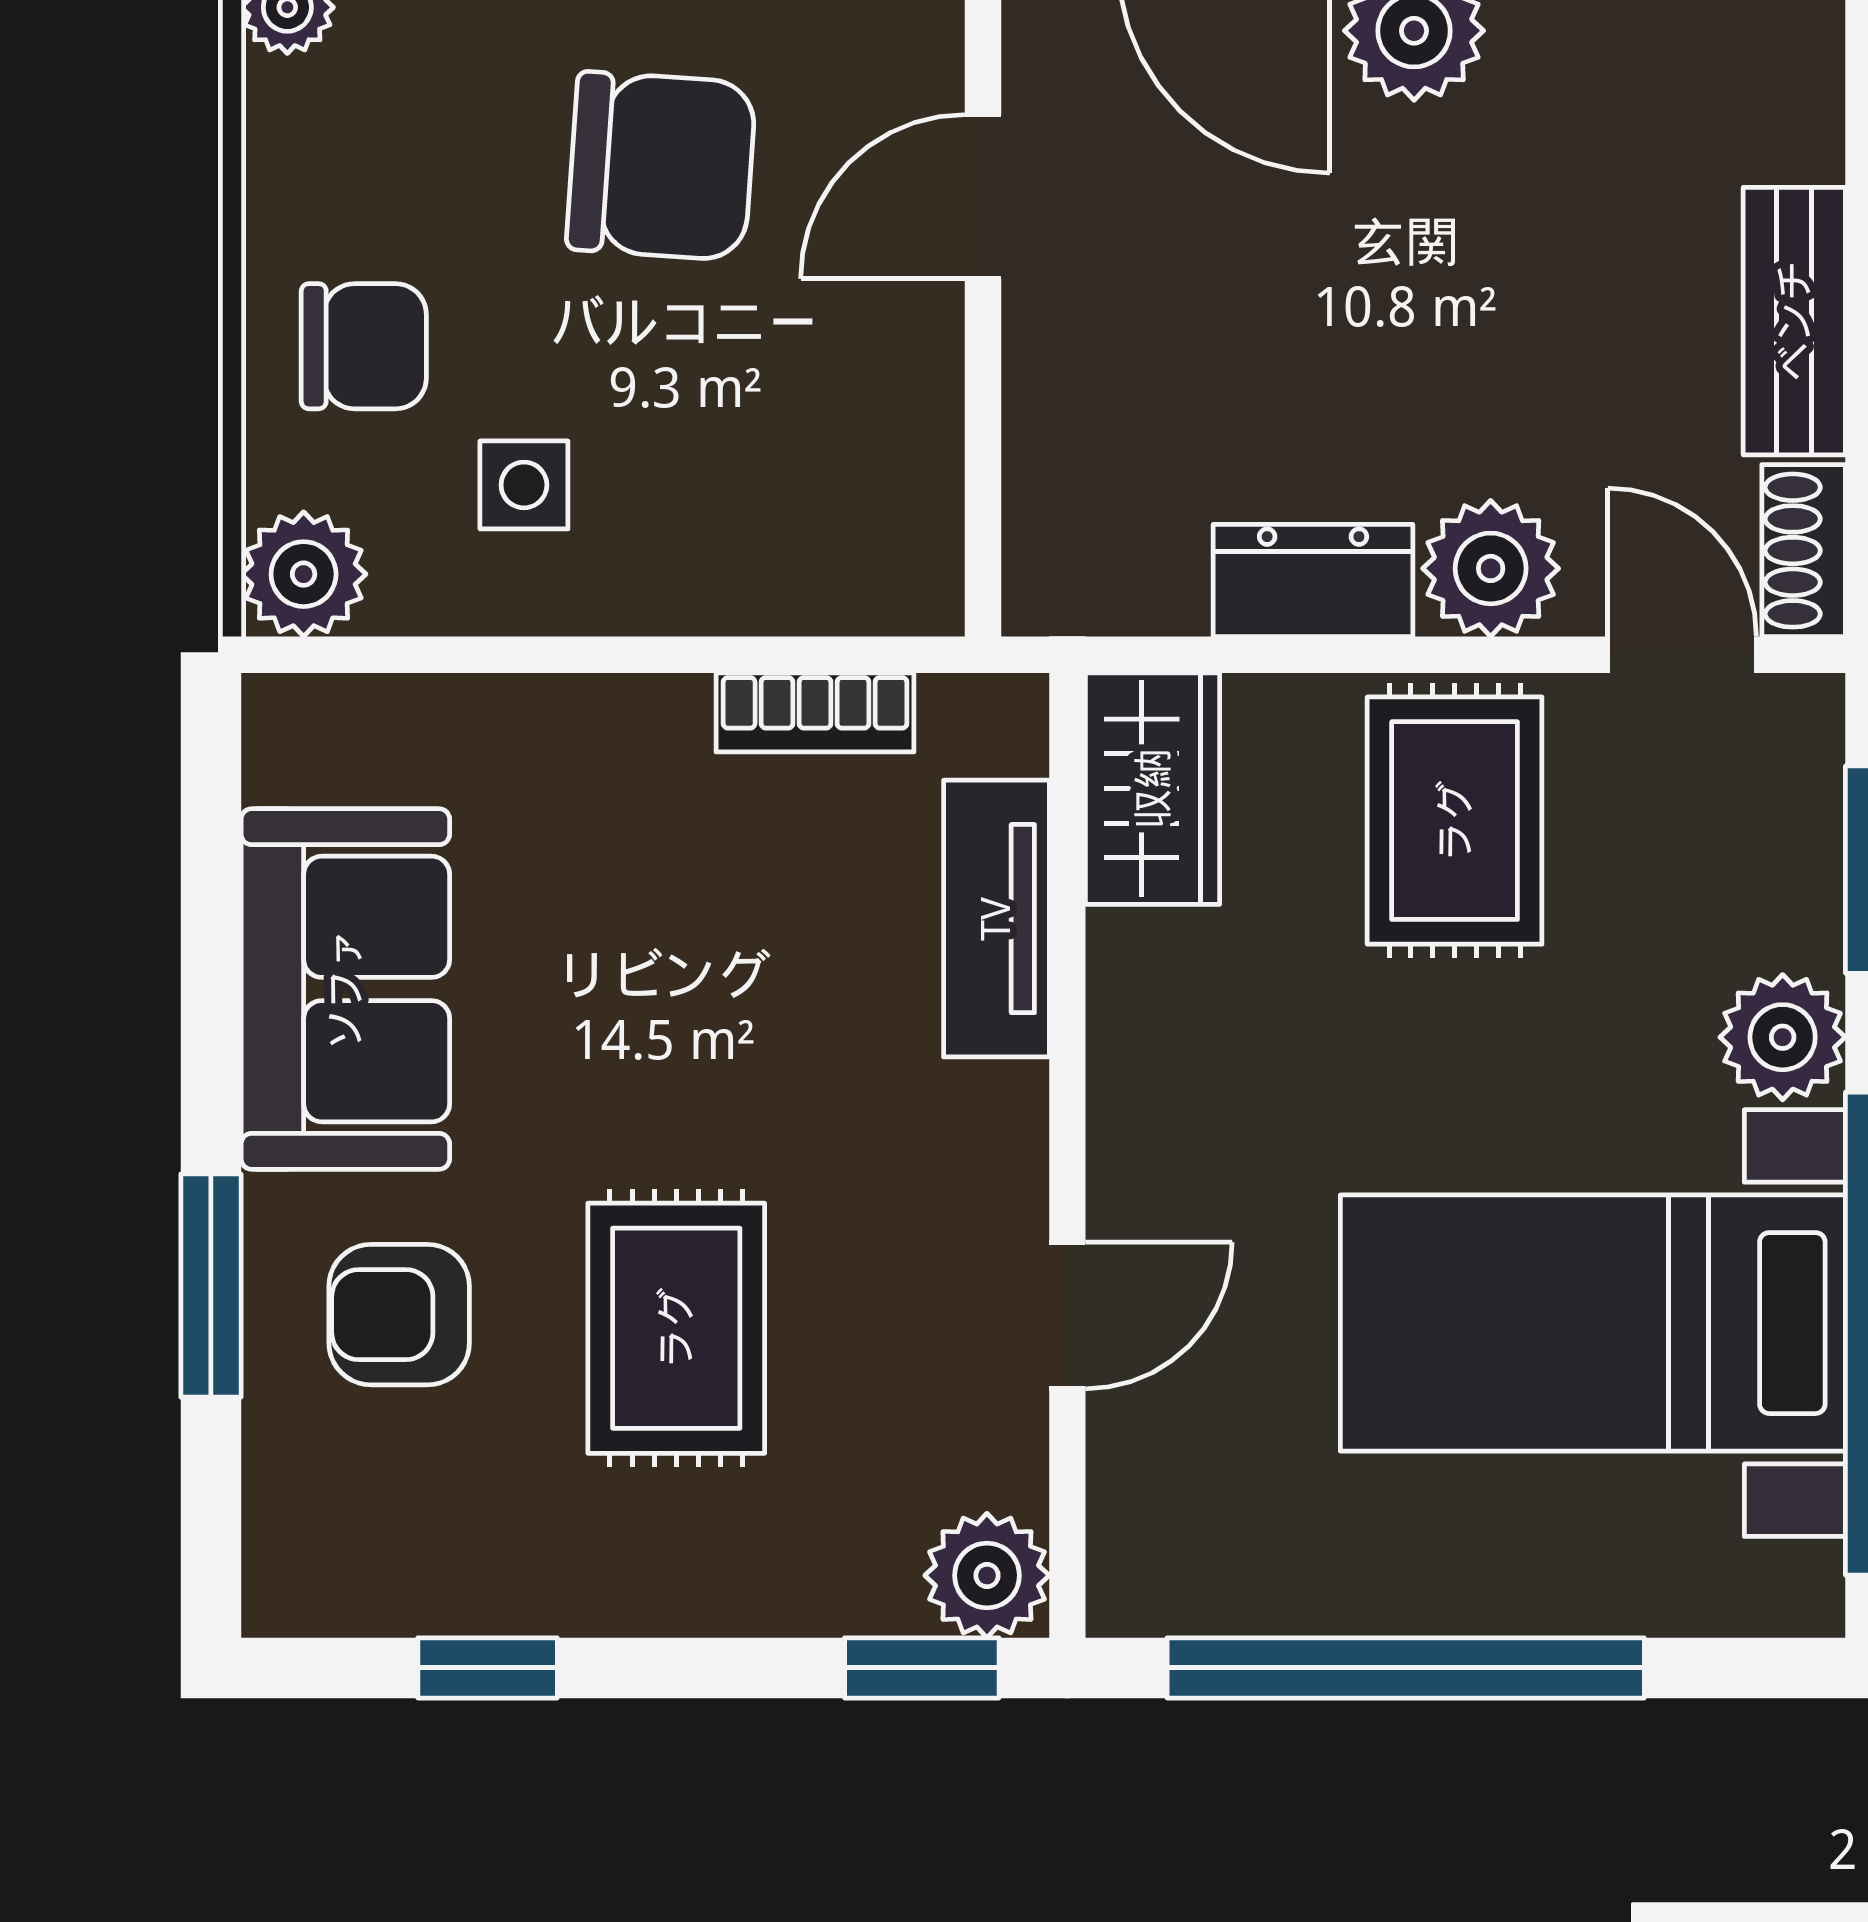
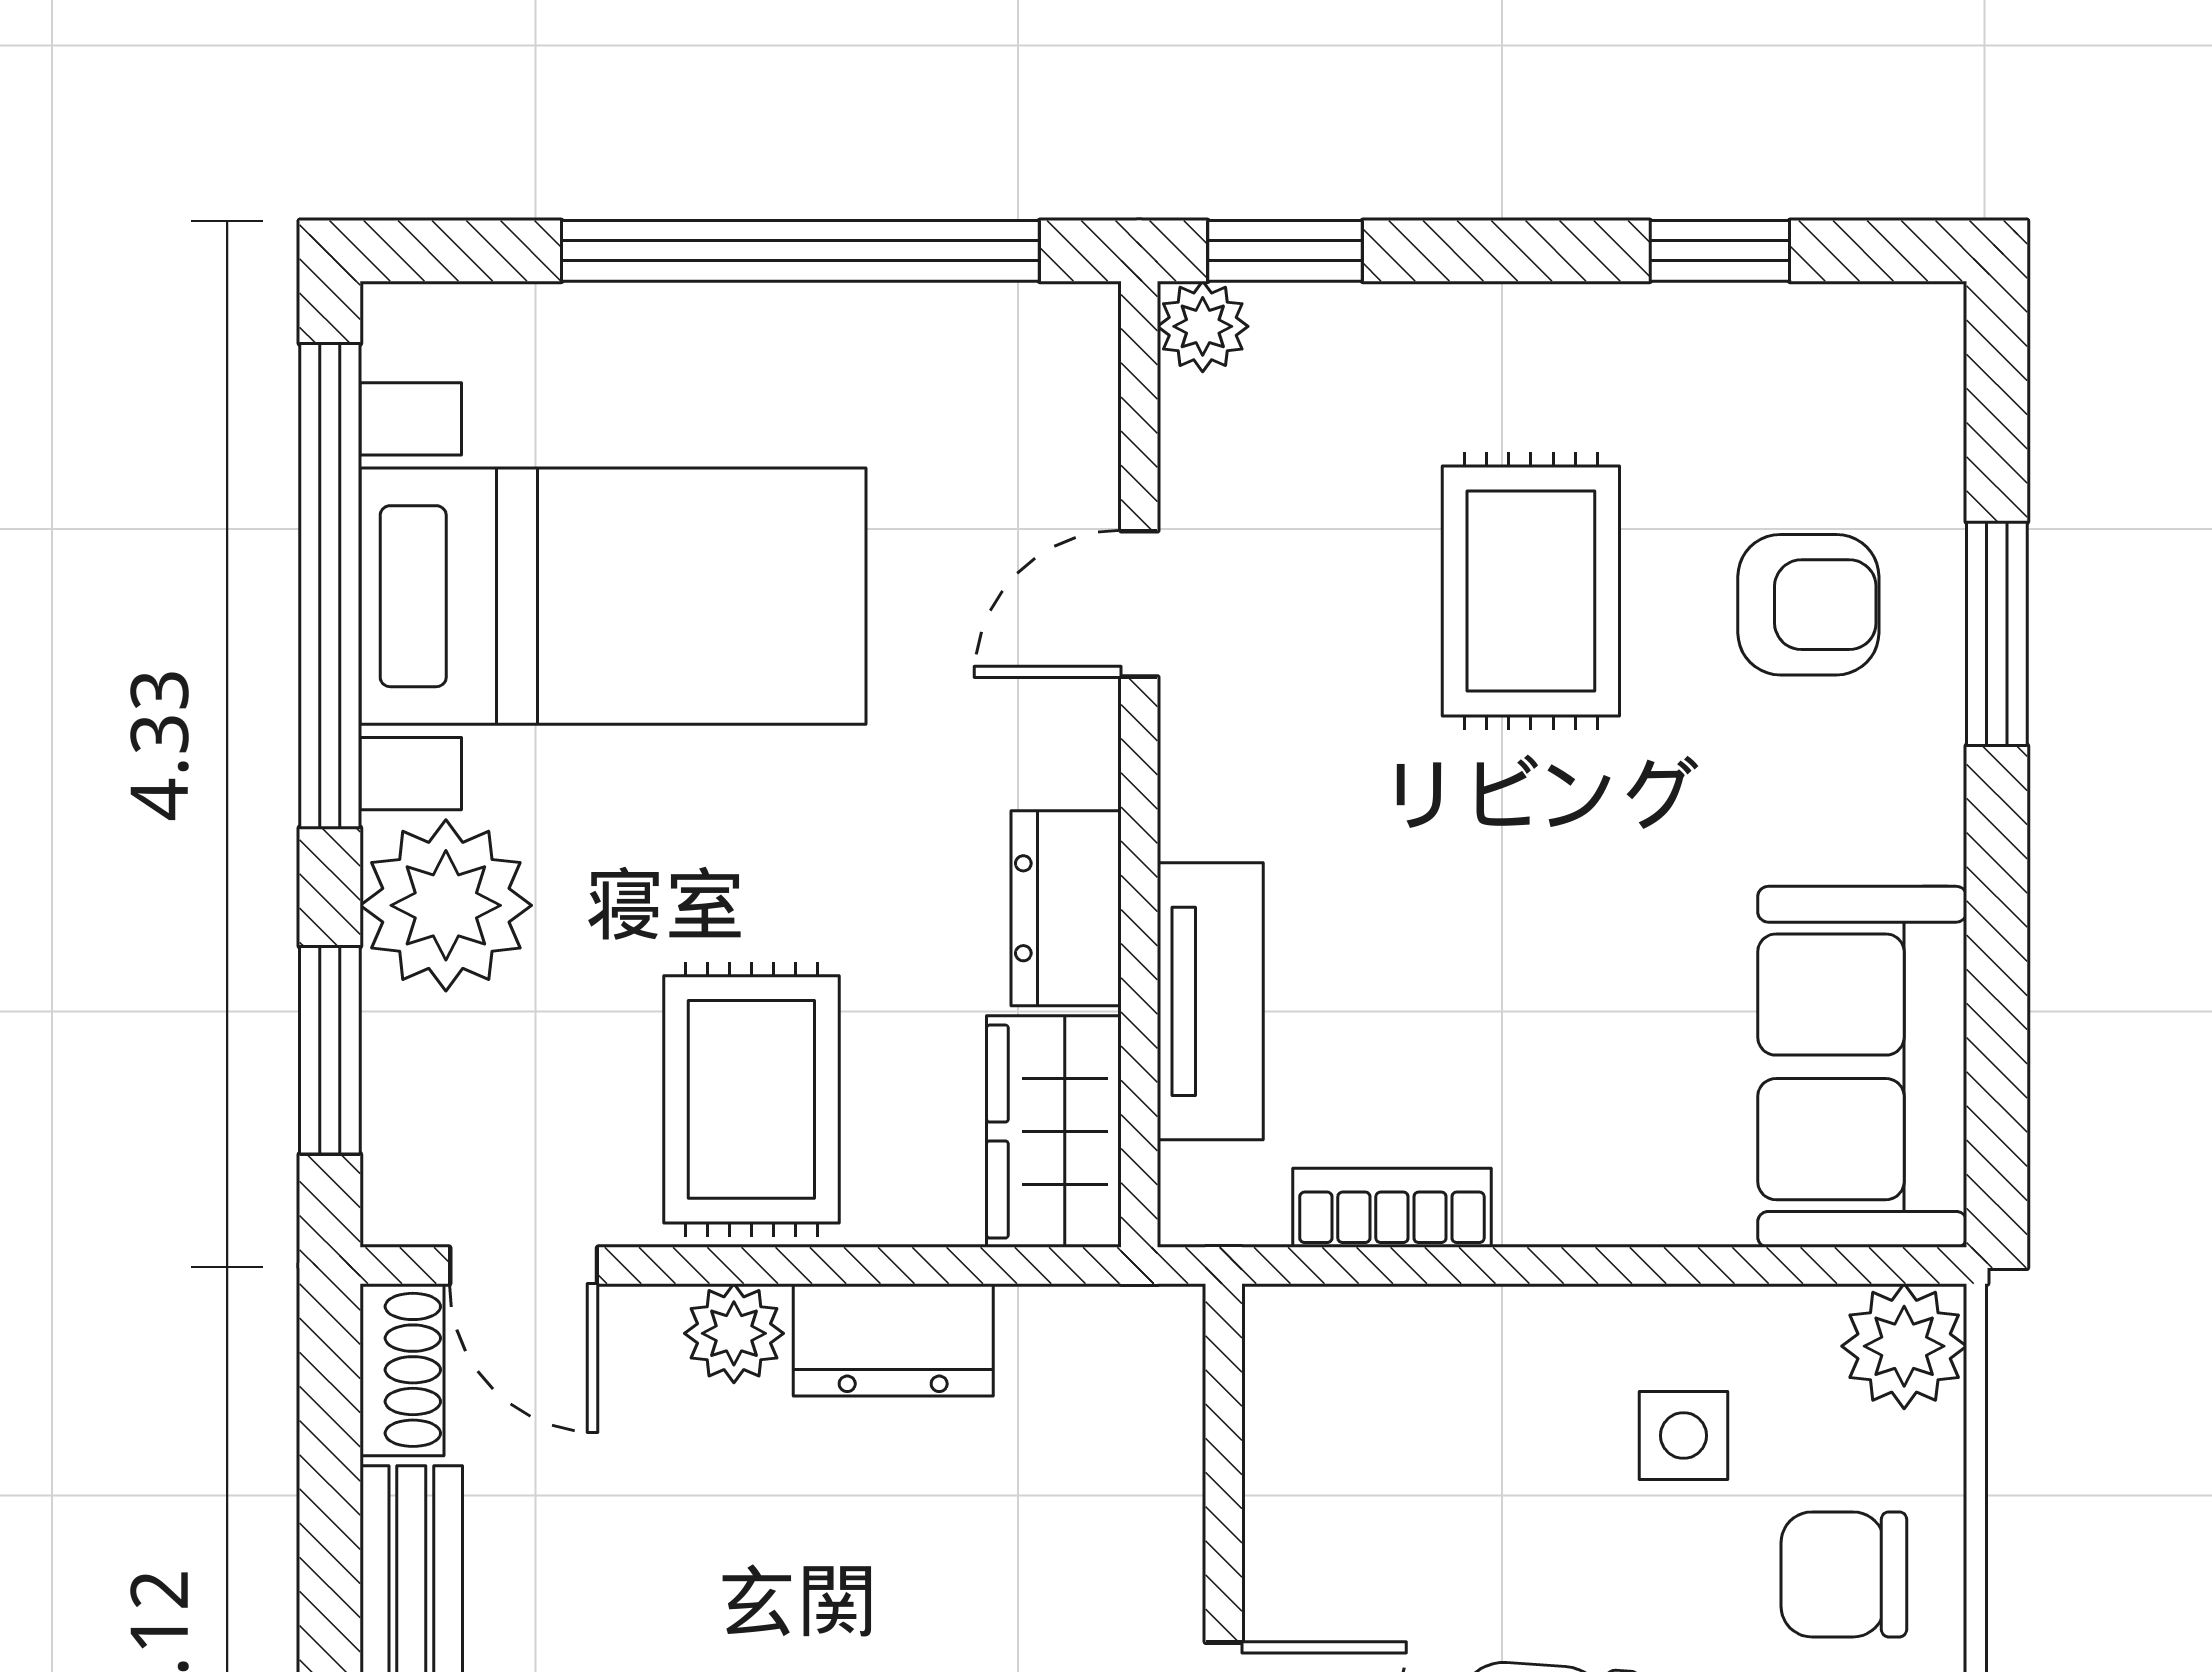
plant: (1491, 568) -> (734, 1333), width x0.73, depth x0.73
sofa: (345, 989) -> (1862, 1067), moved
dresser: (1140, 1011) -> (1066, 908), added
plant: (1783, 1037) -> (446, 905), width x1.36, depth x1.36
plant: (987, 1575) -> (1203, 326), width x0.73, depth x0.73

